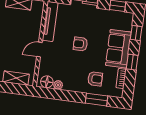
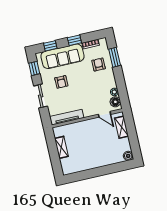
armchair: (80, 44) -> (61, 82), moved
sofa: (118, 49) -> (62, 56), width x1.36
door: (39, 50) -> (105, 114), moved

